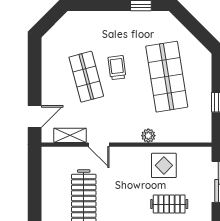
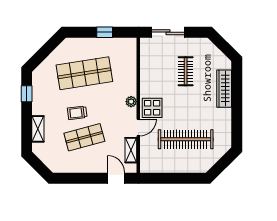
shelving: (97, 18) -> (38, 129), added
plant: (148, 136) -> (131, 102), moved
display table: (164, 165) -> (152, 108), moved

